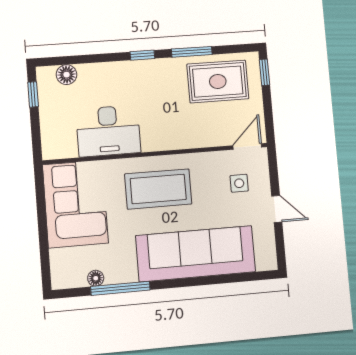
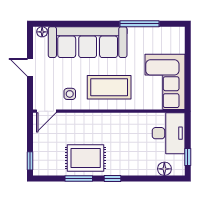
rug: (218, 81) -> (86, 158), moved
desk: (108, 131) -> (169, 133), moved, turned 90
side table: (239, 183) -> (70, 94), moved
floor lamp: (96, 278) -> (42, 32), moved

